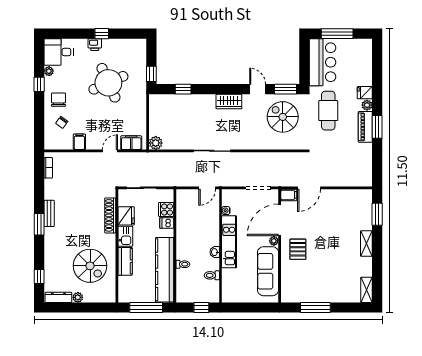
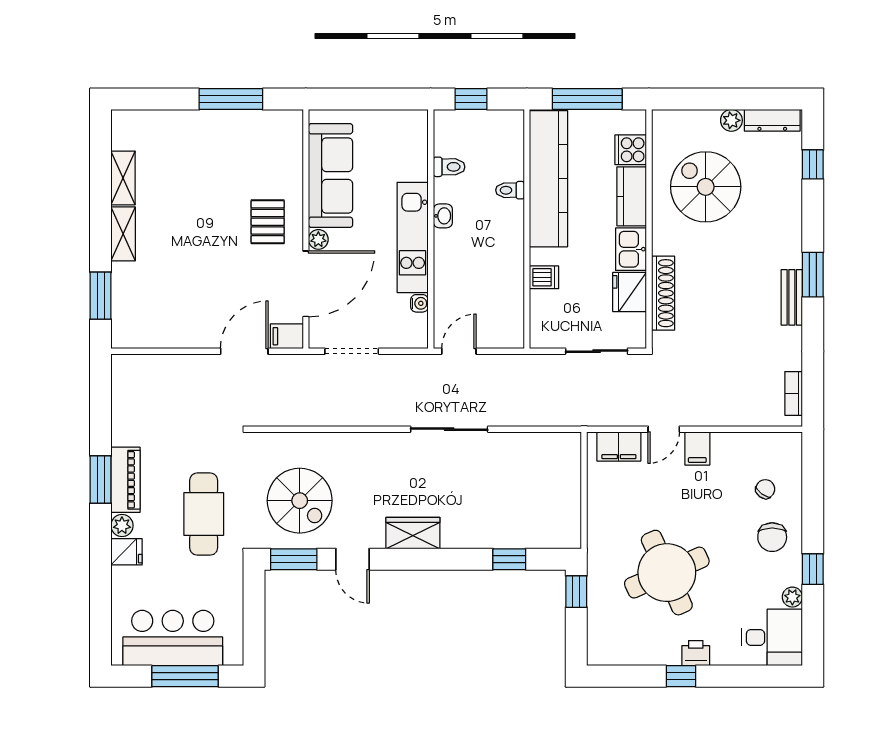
bar counter: (322, 62) -> (173, 638), moved, turned 90
filing cabinet: (79, 142) -> (697, 448), moved
plant: (156, 143) -> (567, 446), removed
cooker: (166, 209) -> (631, 150), moved, turned 180
shelving: (367, 290) -> (123, 178), moved

